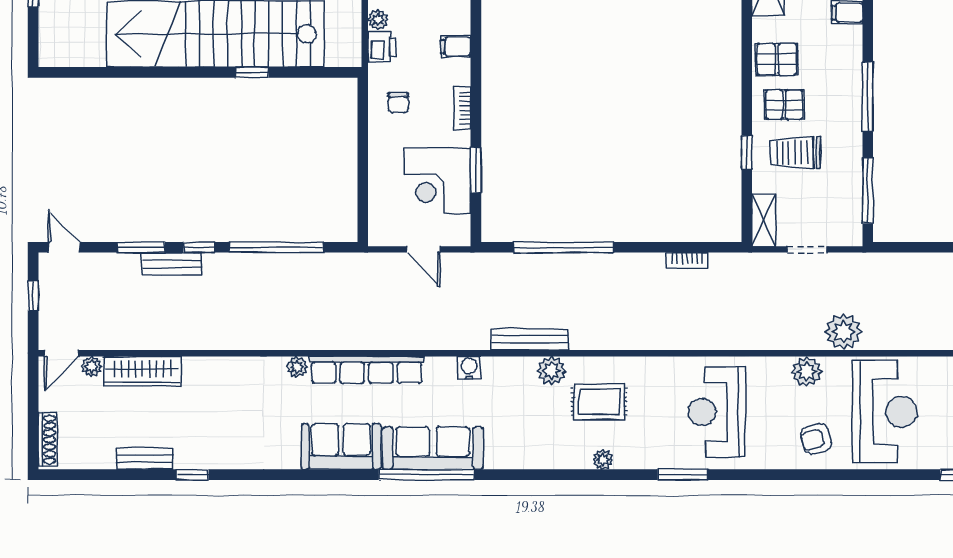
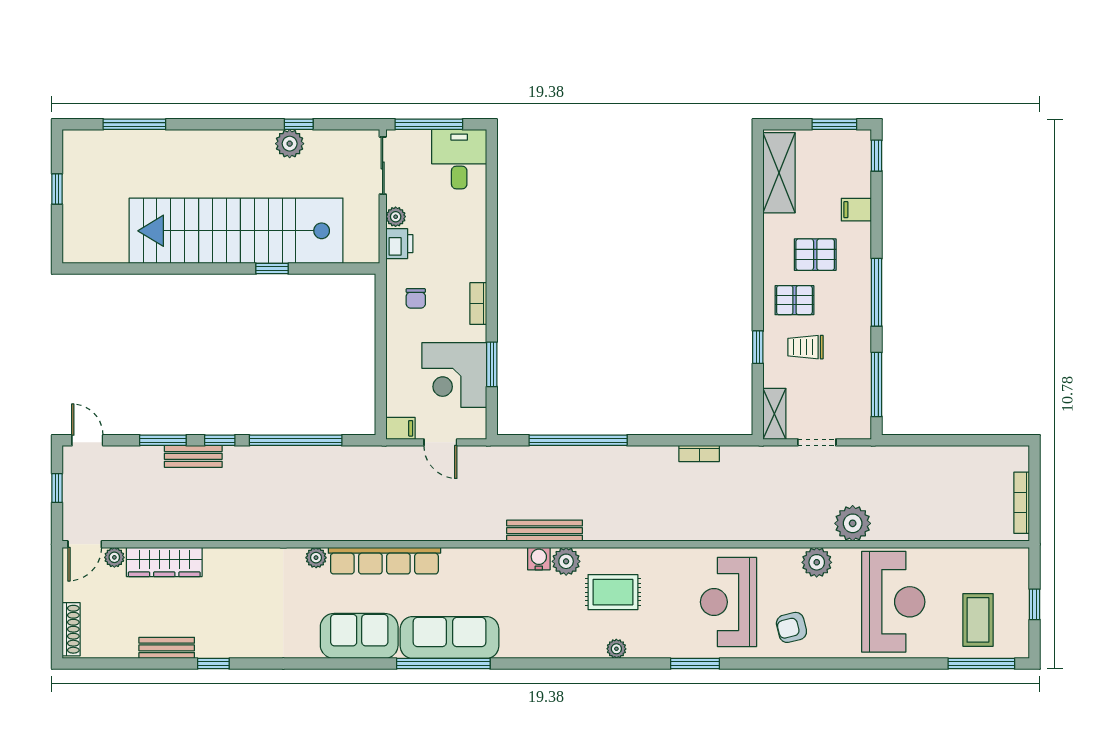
filing cabinet: (456, 46) -> (400, 428), moved, turned 180
pallet: (777, 59) -> (815, 255), moved
trolley: (795, 152) -> (806, 347), width x0.73, depth x0.72
water cooler: (469, 368) -> (539, 559), moved
armchair: (816, 439) -> (791, 627), moved

